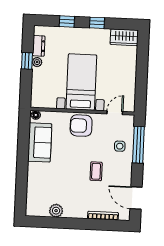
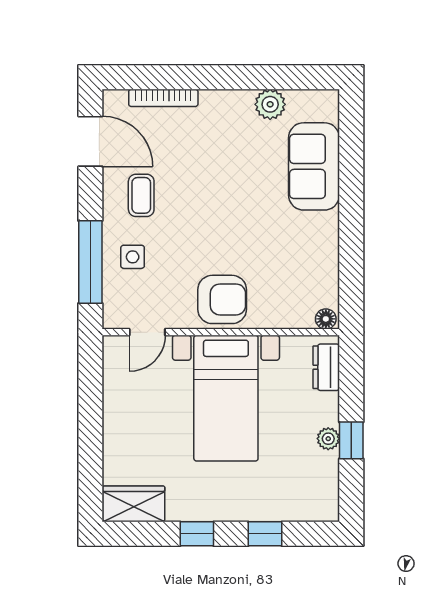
dresser: (39, 46) -> (326, 367), moved
sofa: (40, 142) -> (314, 166), moved
coffee table: (96, 171) -> (141, 195), moved

